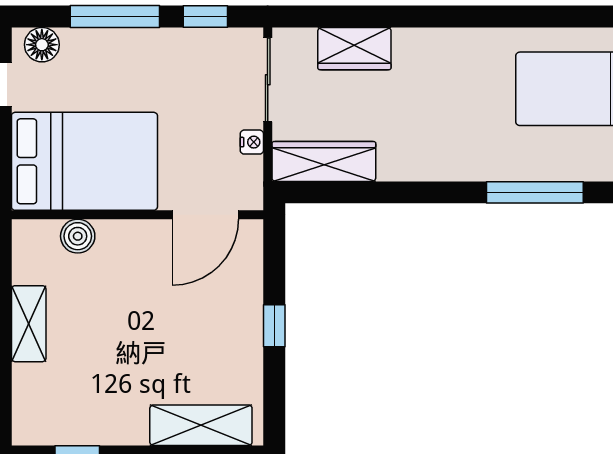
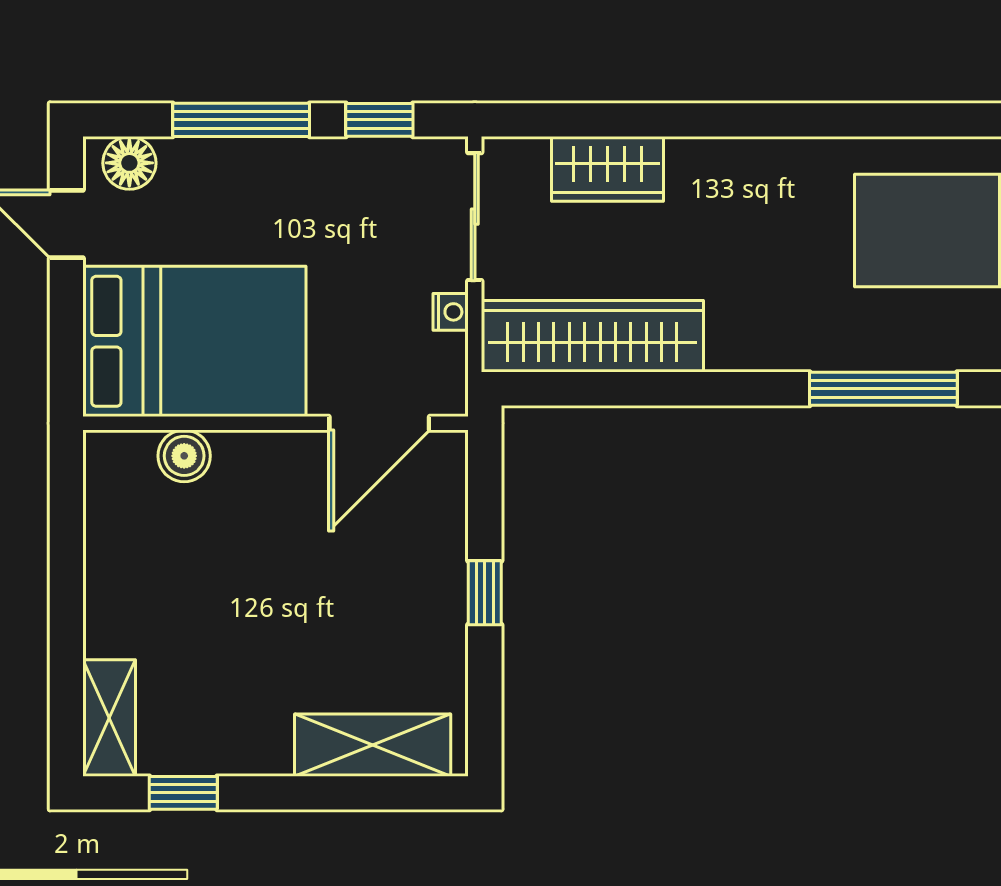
wardrobe: (324, 161) -> (592, 336), width x1.40, depth x1.17
shelving: (29, 324) -> (109, 718), moved

